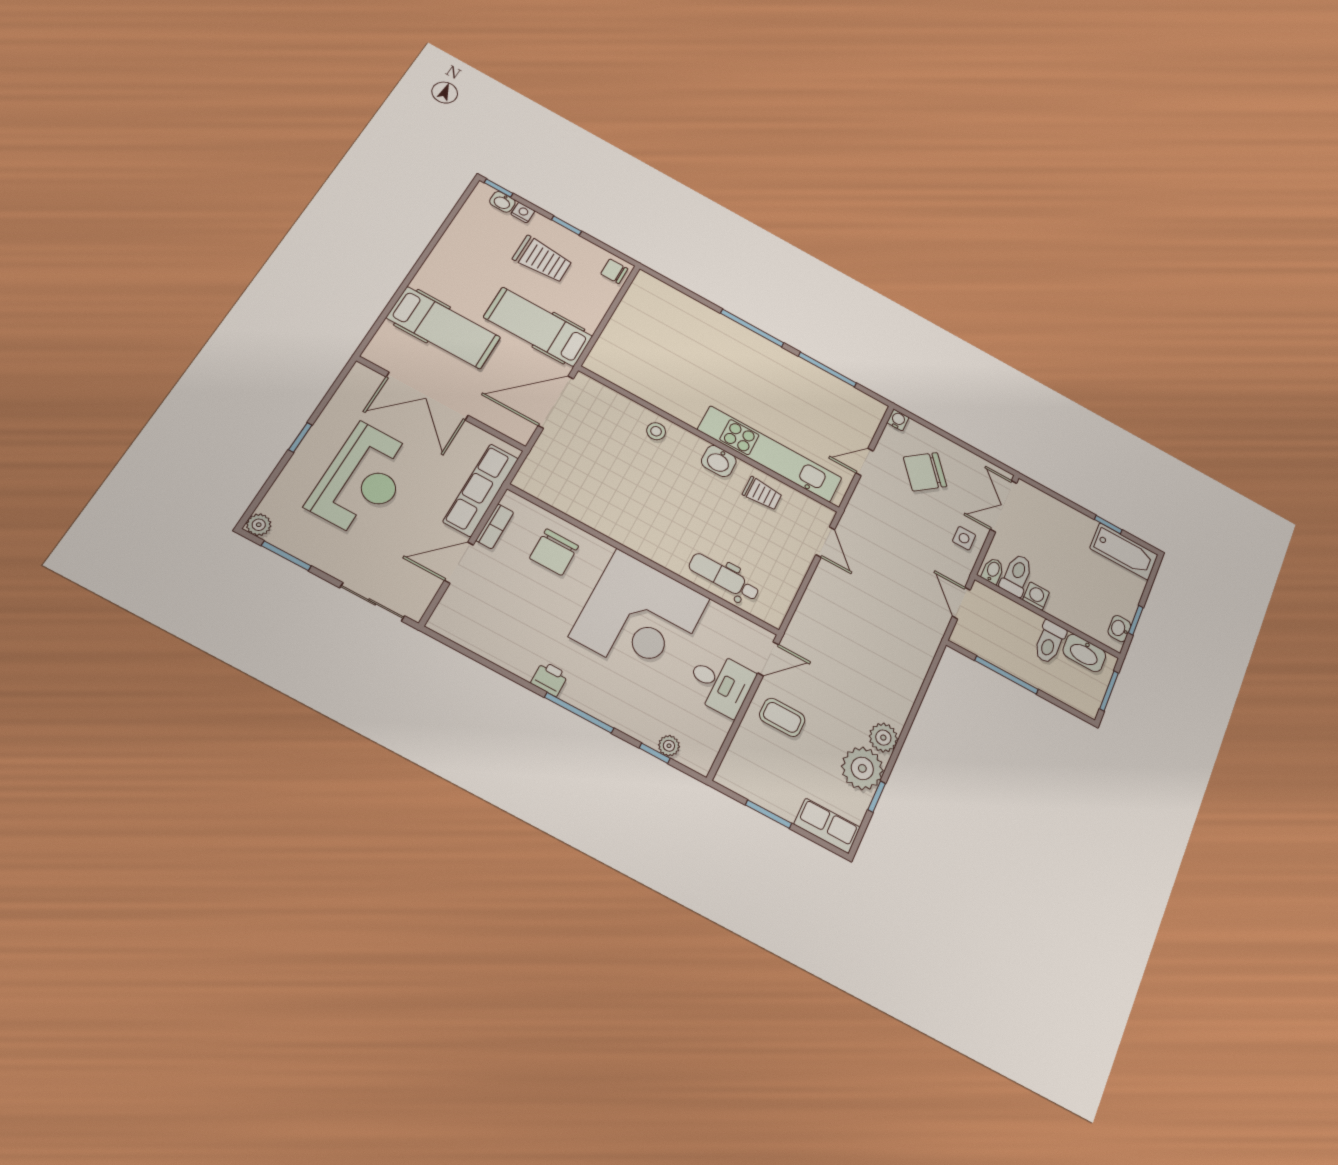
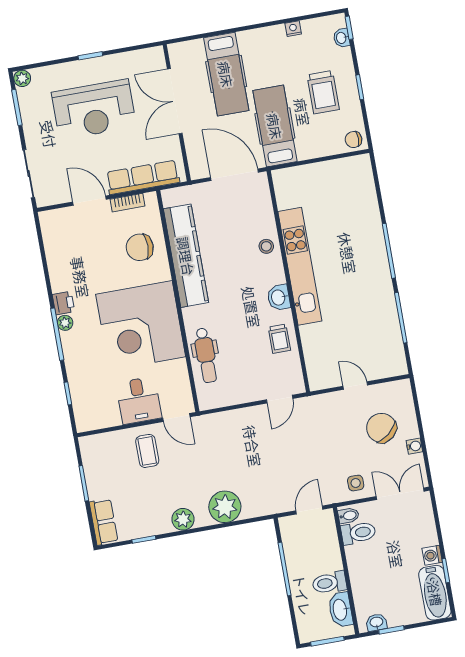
nightstand: (523, 213) -> (293, 29), moved, turned -90
chair: (614, 271) -> (353, 140), turned -90
water cooler: (898, 420) -> (414, 446), moved
kitchen unit: (770, 454) -> (300, 266), moved
kitchen counter: (602, 514) -> (186, 256), added
dental chair: (724, 577) -> (206, 355), turned 180
washing machine: (1036, 596) -> (432, 555), moved, turned 180
plant: (669, 746) -> (65, 323), moved
plant: (862, 768) -> (225, 507), moved

